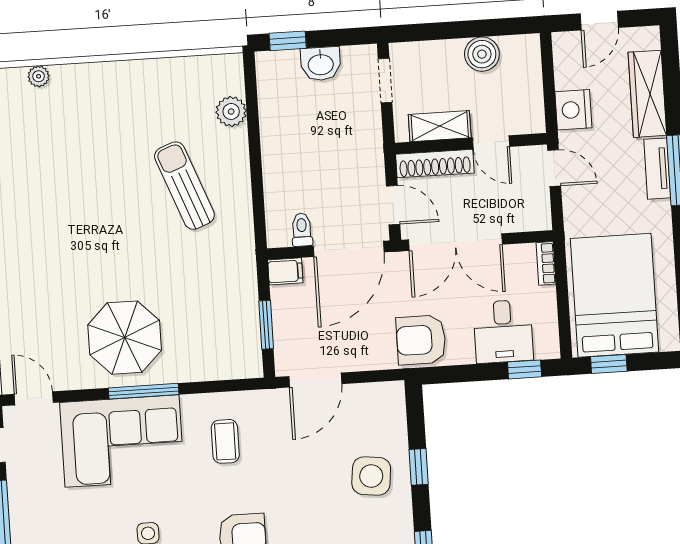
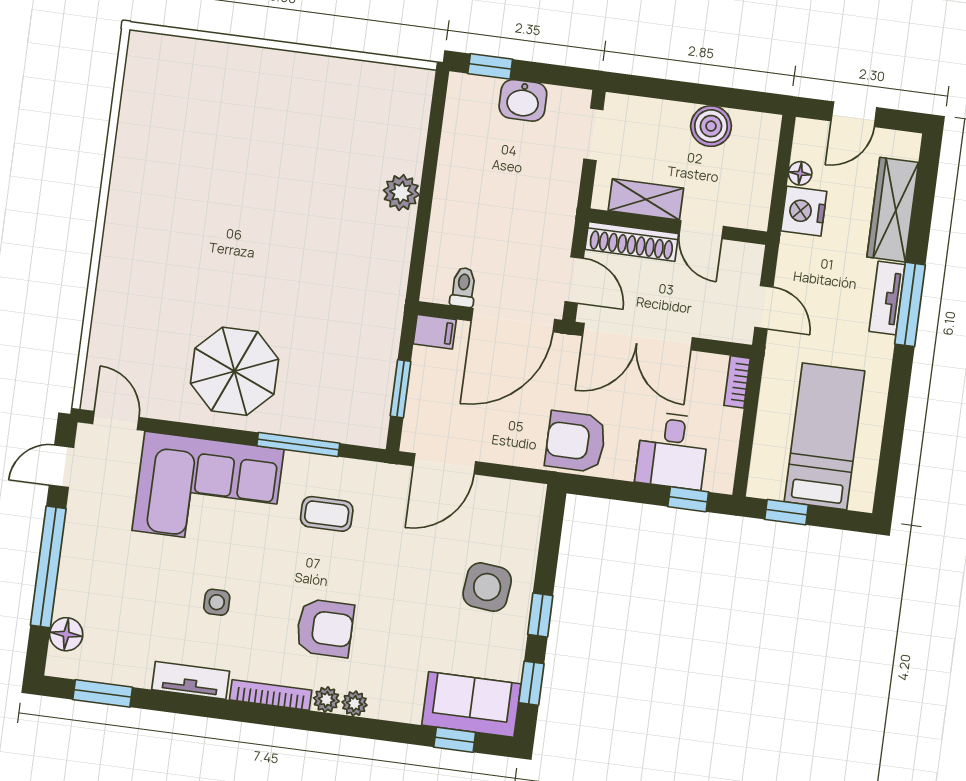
plant: (39, 76) -> (195, 50), removed
floor lamp: (564, 79) -> (800, 173), added
plant: (231, 111) -> (401, 193), moved
door: (554, 168) -> (764, 307), moved
sun lounger: (184, 186) -> (338, 210), removed
bed: (615, 295) -> (824, 436), width x0.67
window: (144, 391) -> (298, 445), moved
coffee table: (225, 441) -> (327, 514), turned 90
window: (419, 467) -> (540, 615), moved

